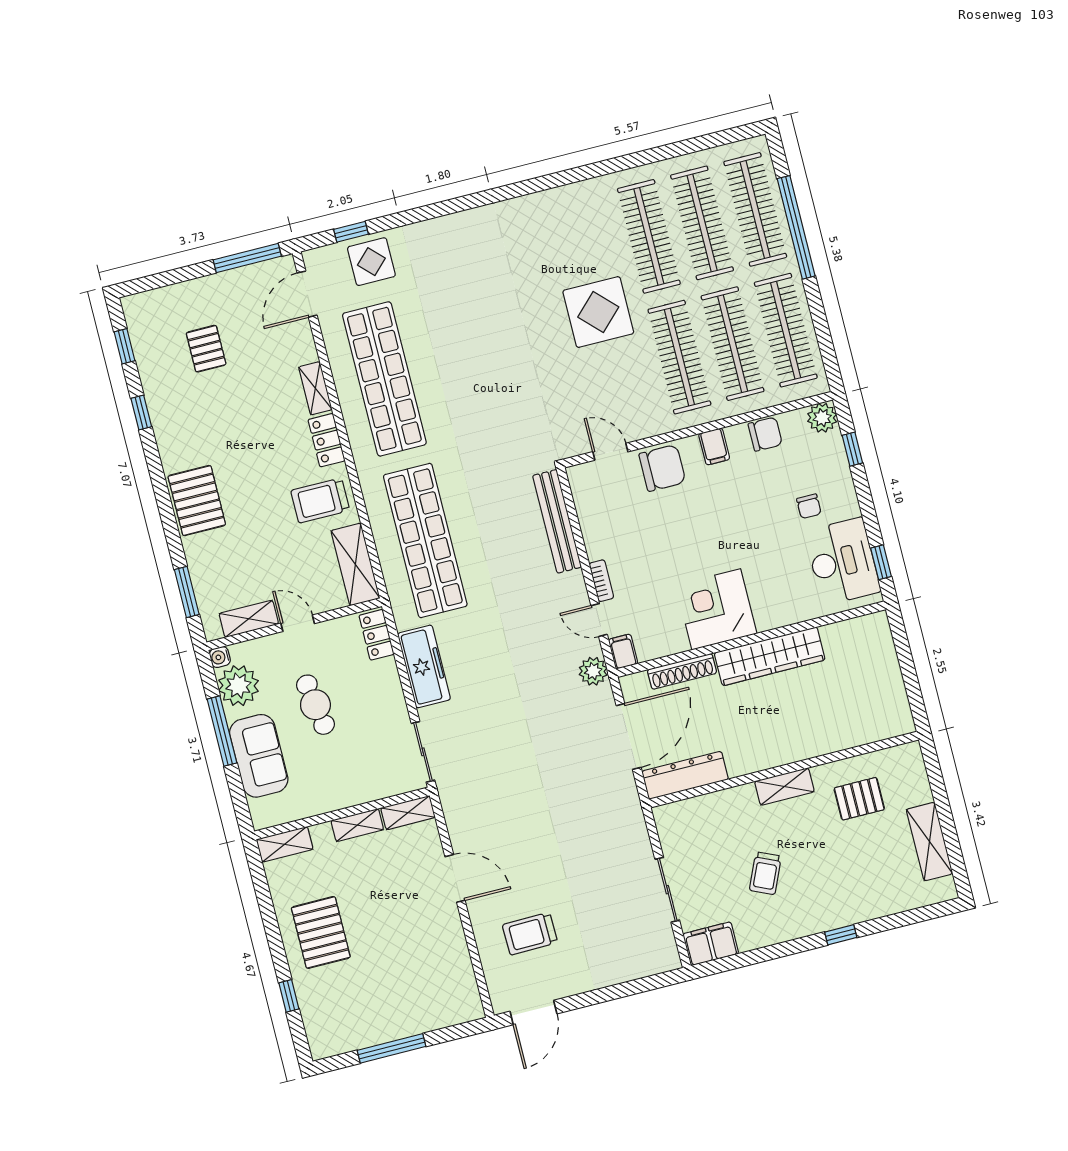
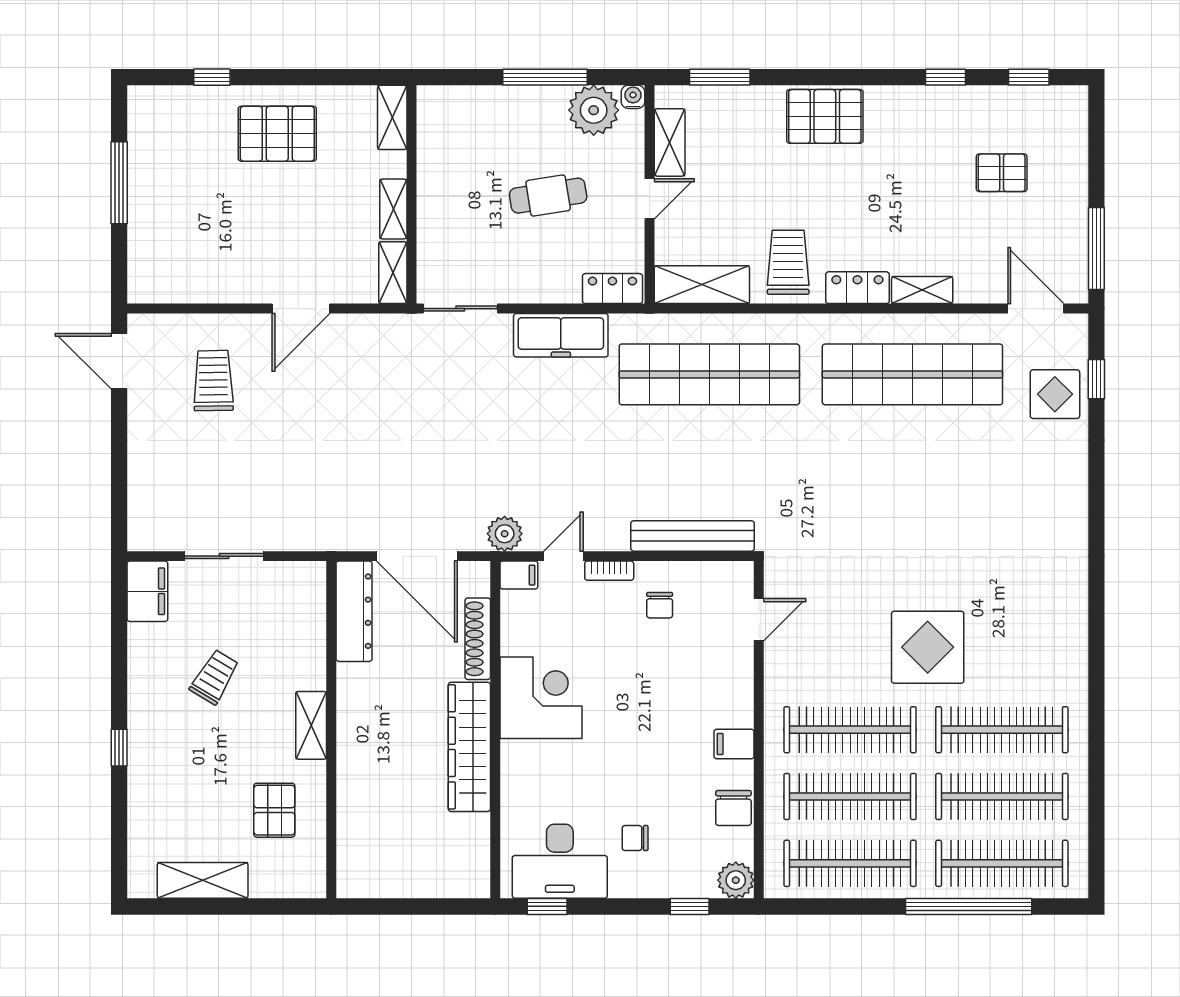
chair: (662, 468) -> (660, 605), moved, width x0.54, depth x0.54
sofa: (259, 756) -> (505, 113), removed
trolley: (765, 873) -> (214, 677), turned 97

